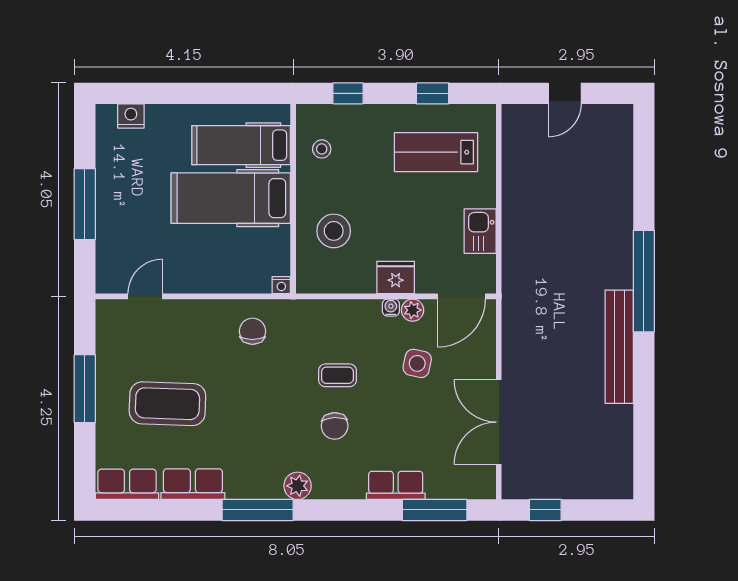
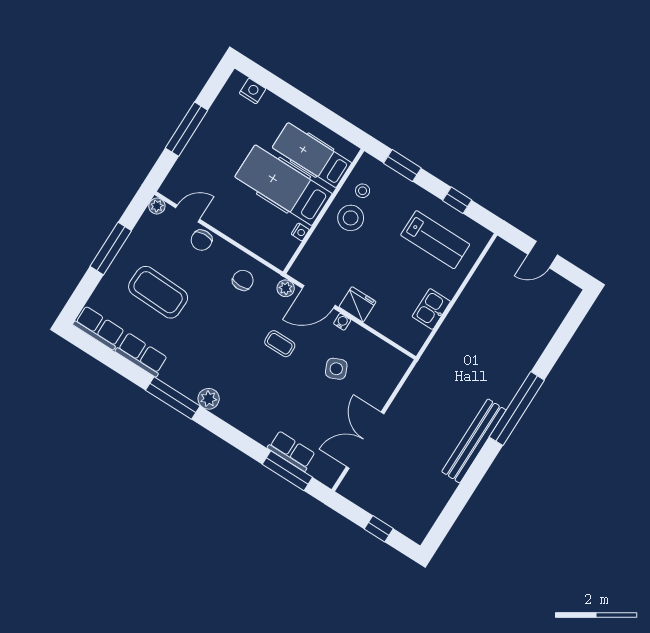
window: (348, 93) -> (402, 166), width x1.50
lab bench: (436, 152) -> (435, 240), turned 180
stool: (334, 231) -> (351, 218), moved
nightstand: (281, 285) -> (300, 232), moved, turned -90
door: (461, 296) -> (319, 297), moved
plant: (106, 310) -> (157, 206), added
plant: (413, 310) -> (286, 288), moved
side table: (417, 363) -> (336, 369), turned -35
chair: (335, 426) -> (202, 240), moved
row of seats: (396, 485) -> (291, 451), moved
window: (545, 510) -> (379, 529), moved

